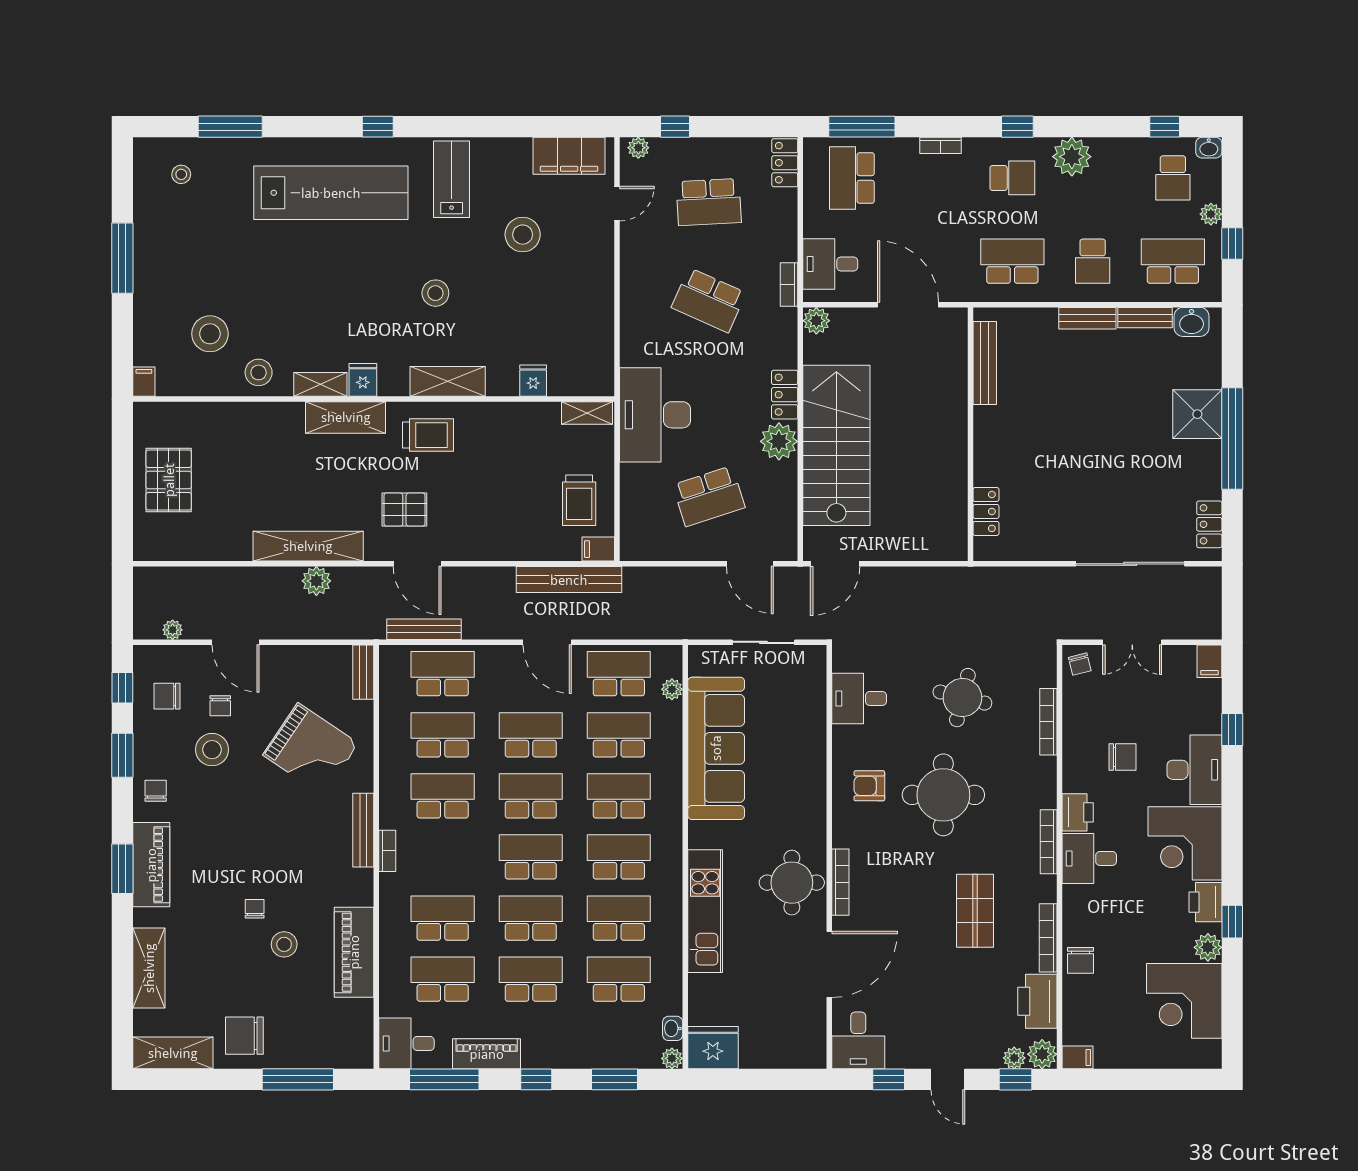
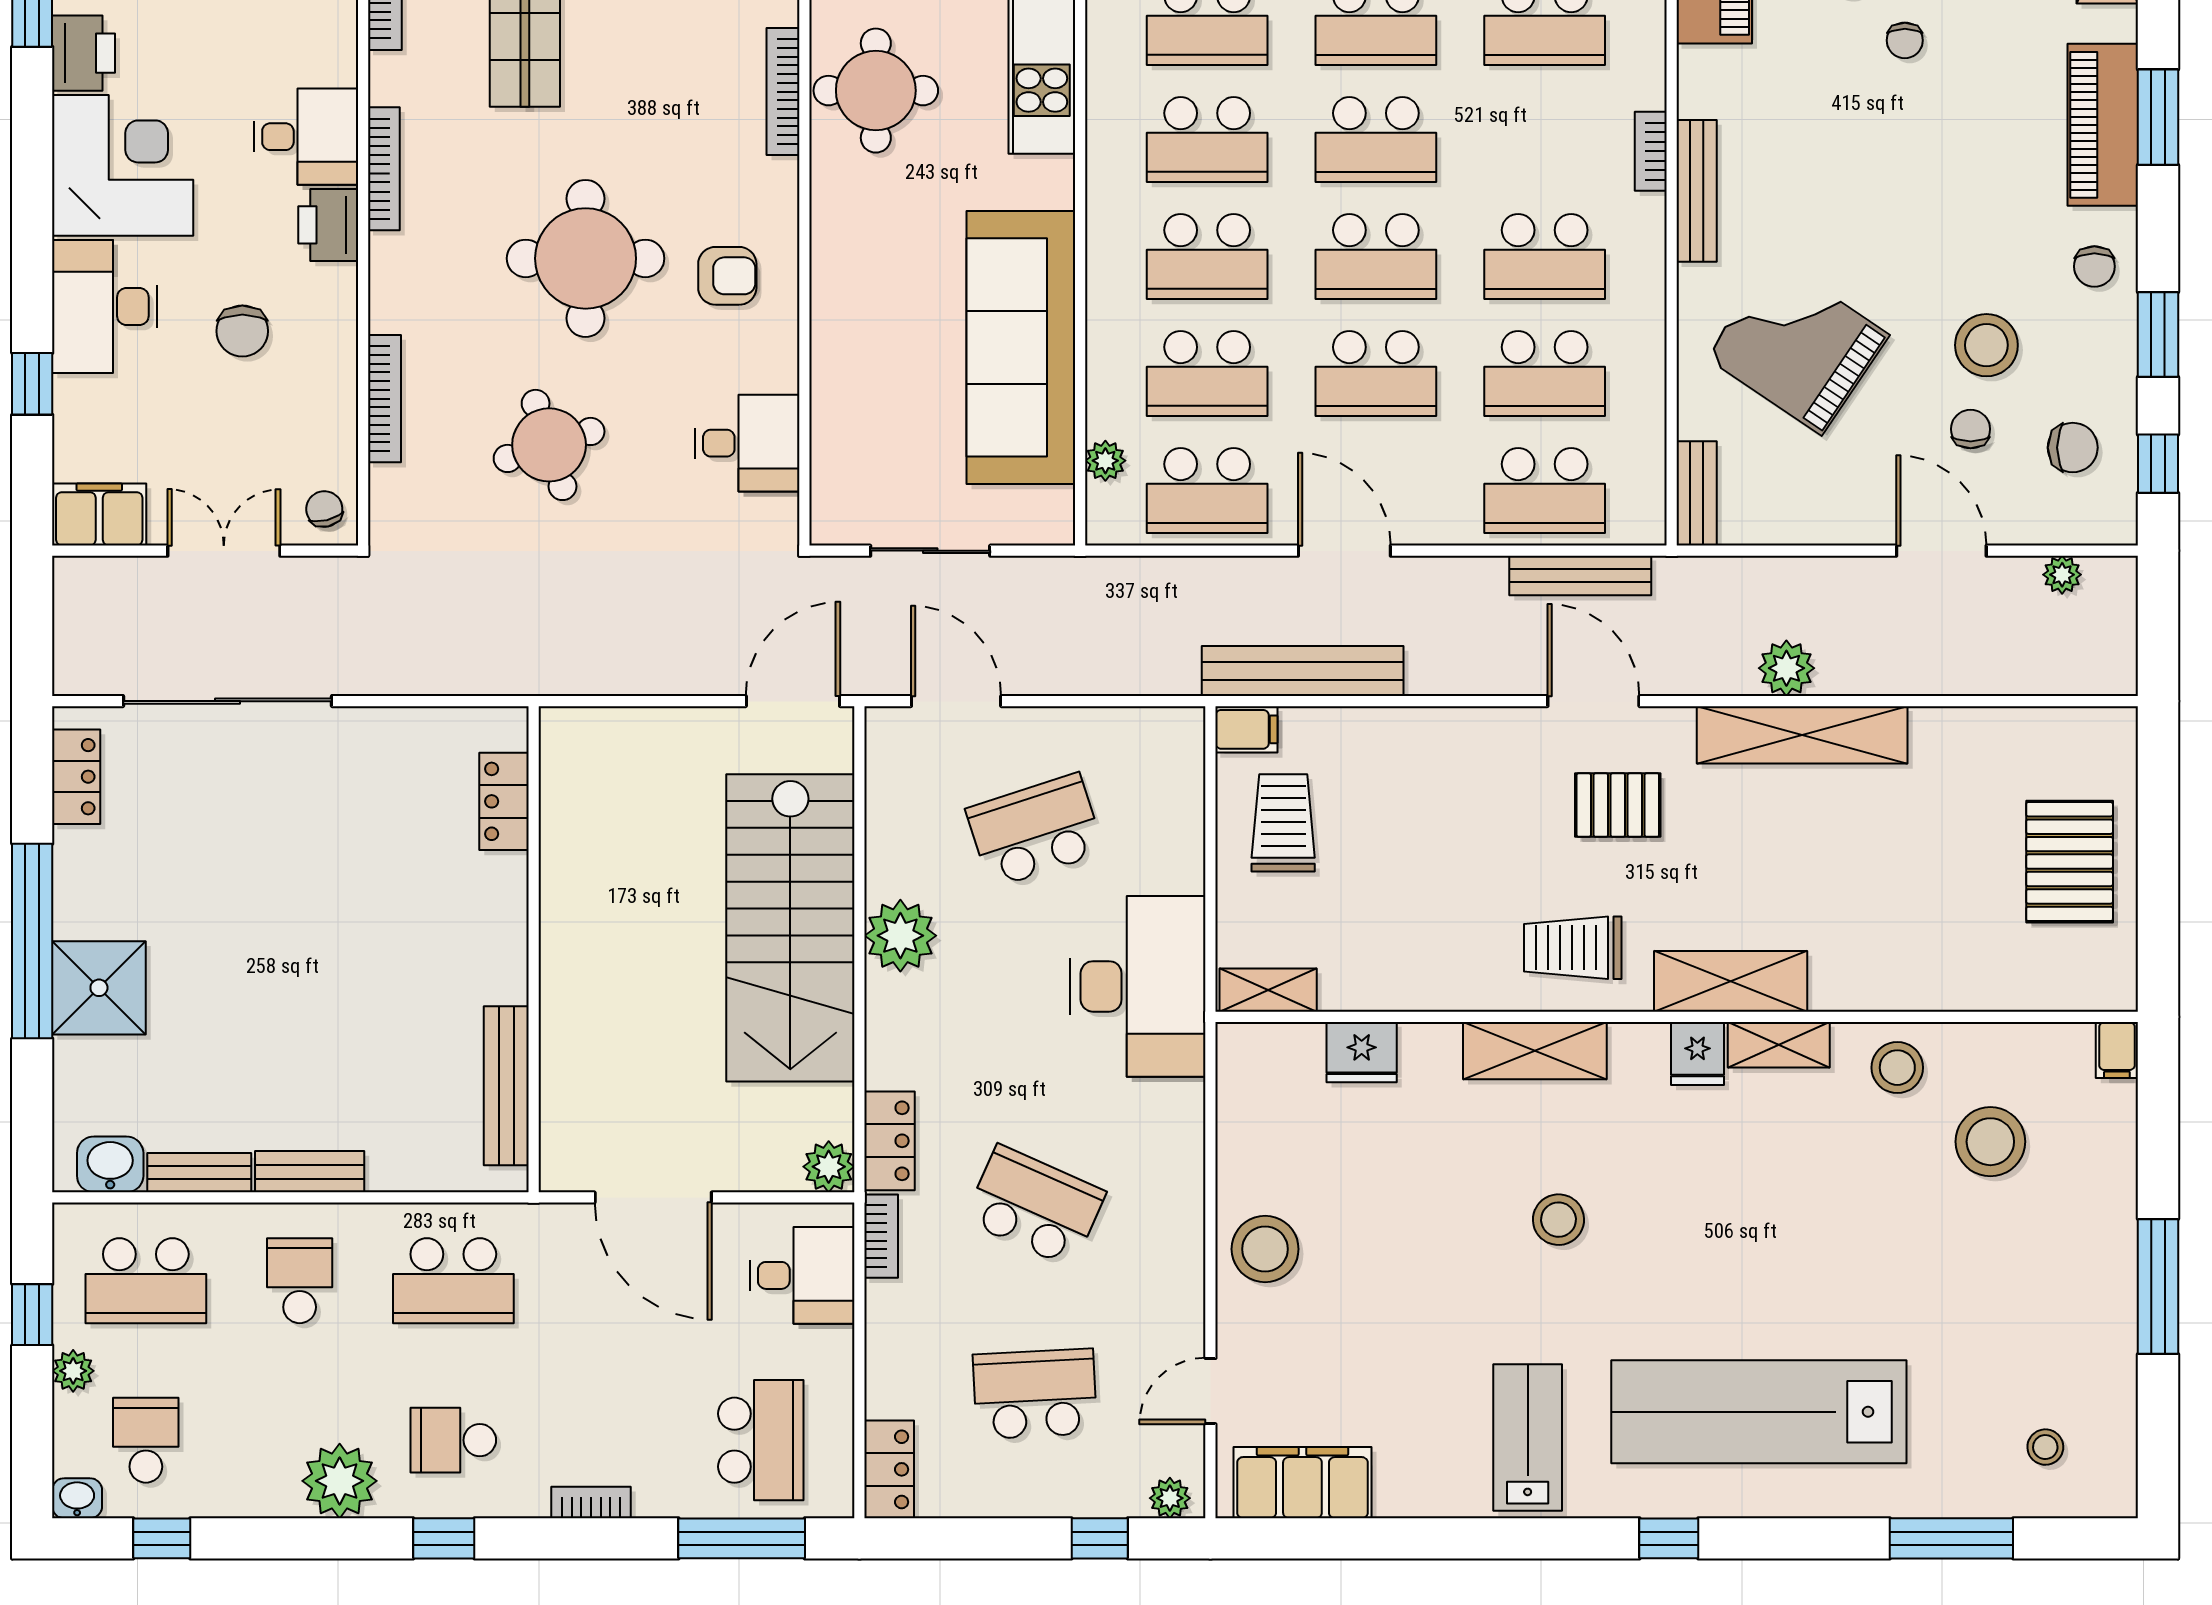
lab bench: (452, 179) -> (1528, 1438), turned 180
stool: (523, 235) -> (1265, 1249), moved
fridge: (533, 381) -> (1362, 1052), width x1.38
locker: (785, 395) -> (890, 1141), moved
filing cabinet: (1209, 661) -> (99, 514), width x2.00
round table: (962, 698) -> (549, 445), turned -32
chair: (1123, 757) -> (242, 331), turned -90

